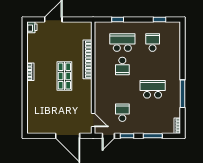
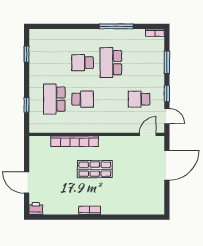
school desk: (153, 43) -> (83, 63), moved

